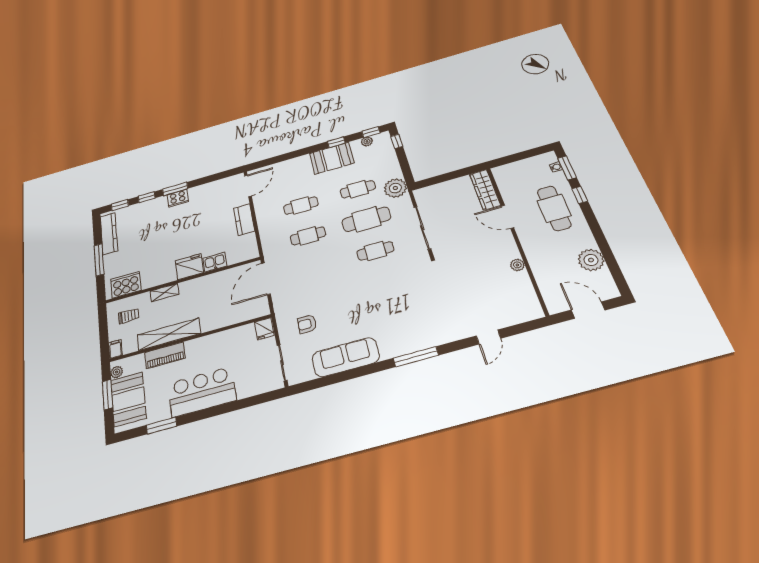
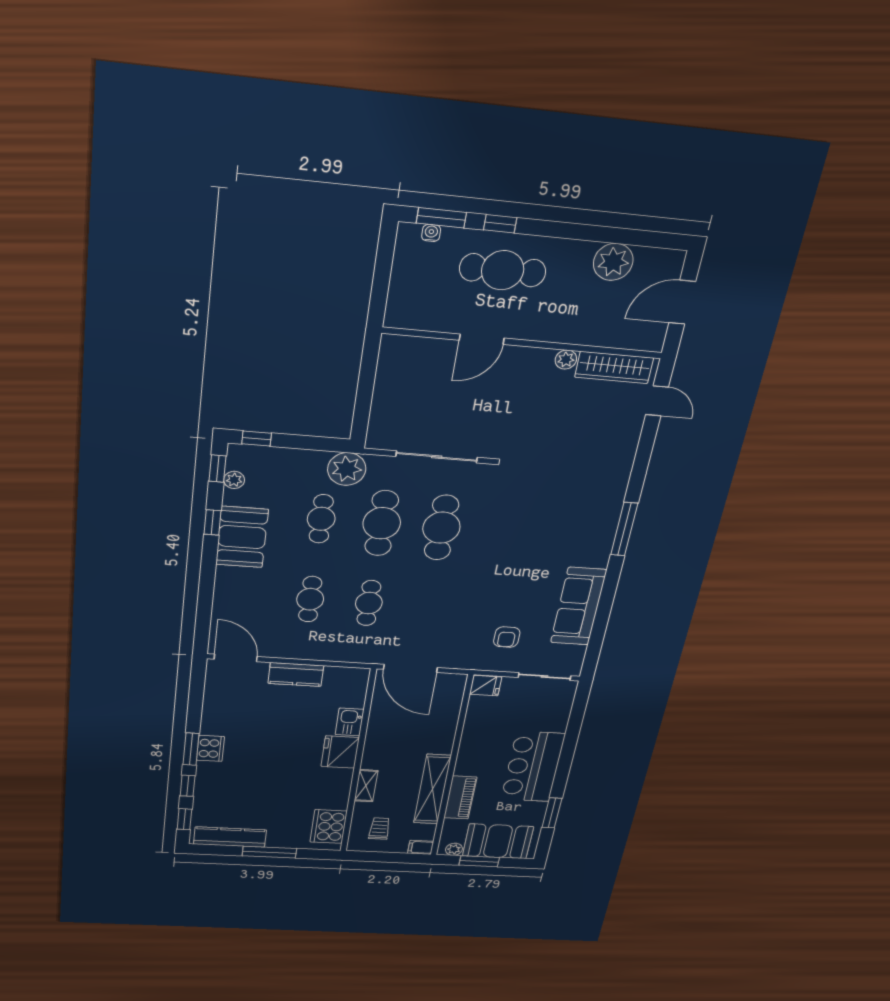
wardrobe: (485, 190) -> (614, 367), moved
cafe table: (375, 251) -> (441, 528), width x1.37, depth x1.35
door: (488, 337) -> (657, 401), moved

